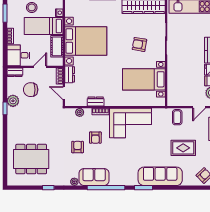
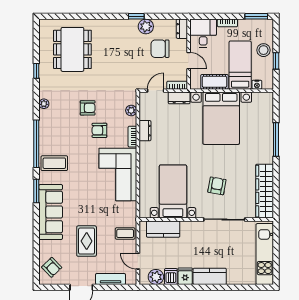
kitchen counter: (174, 87) -> (163, 229), added
chair: (31, 90) -> (160, 49), turned -90
coffee table: (121, 173) -> (54, 163), added
sofa: (94, 177) -> (50, 129), removed

